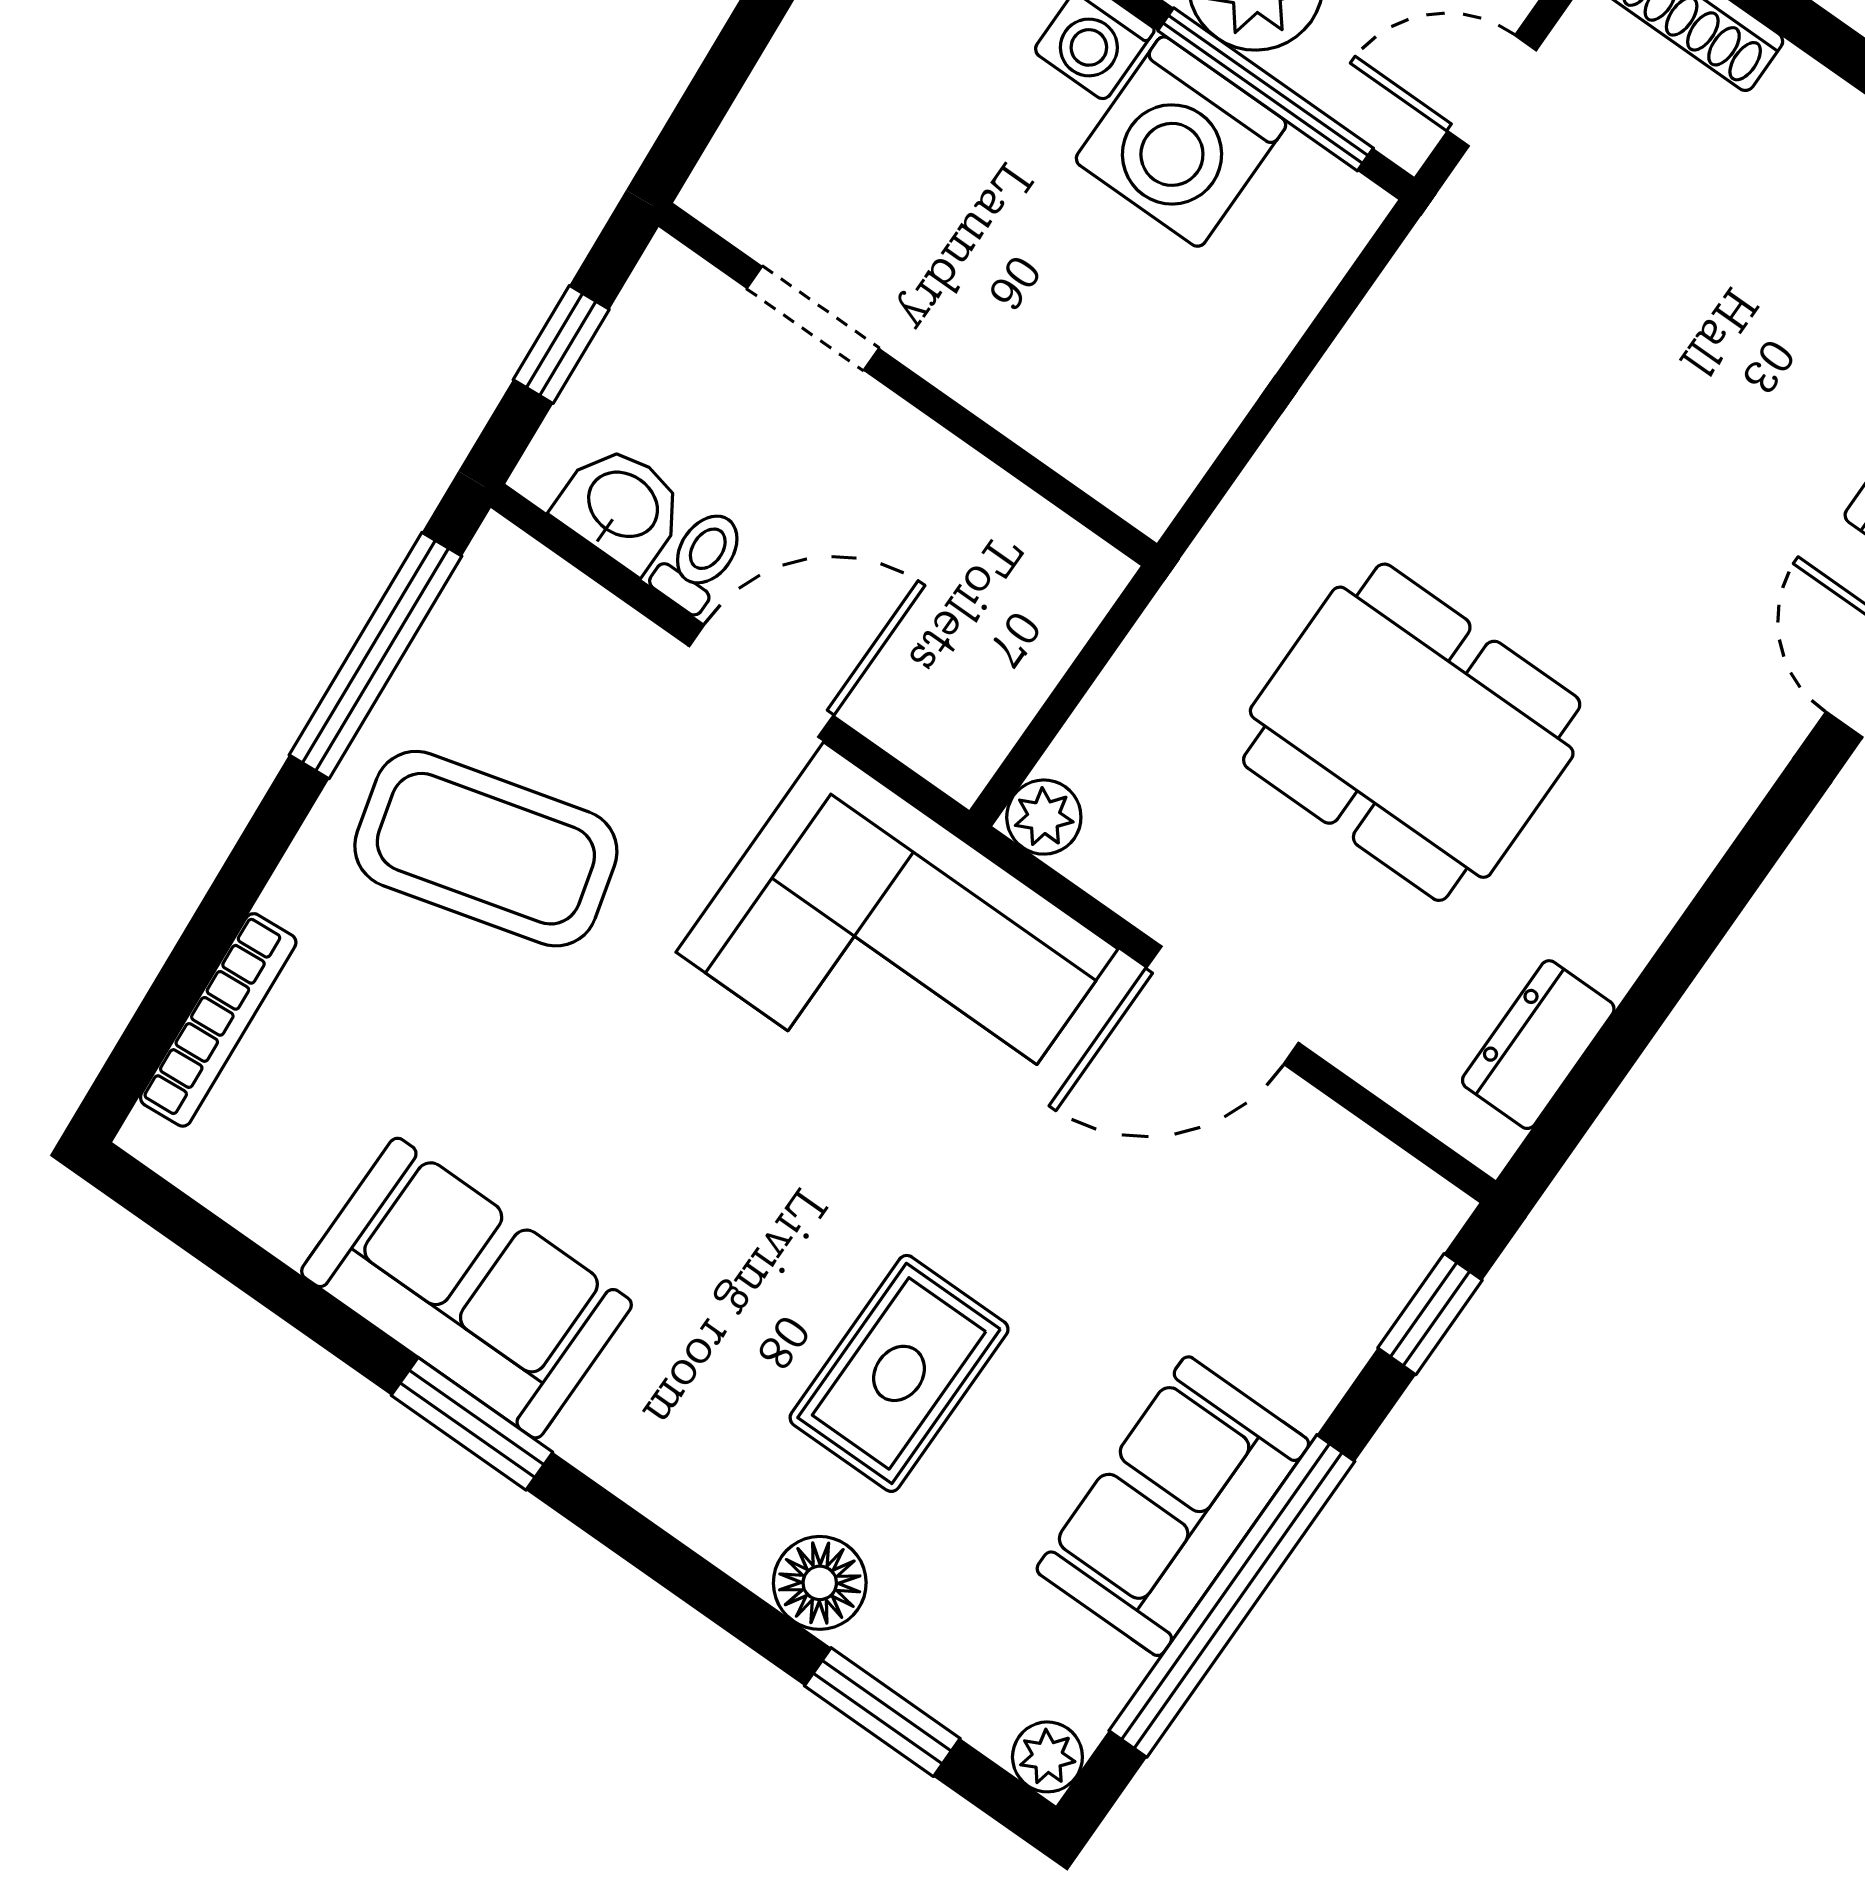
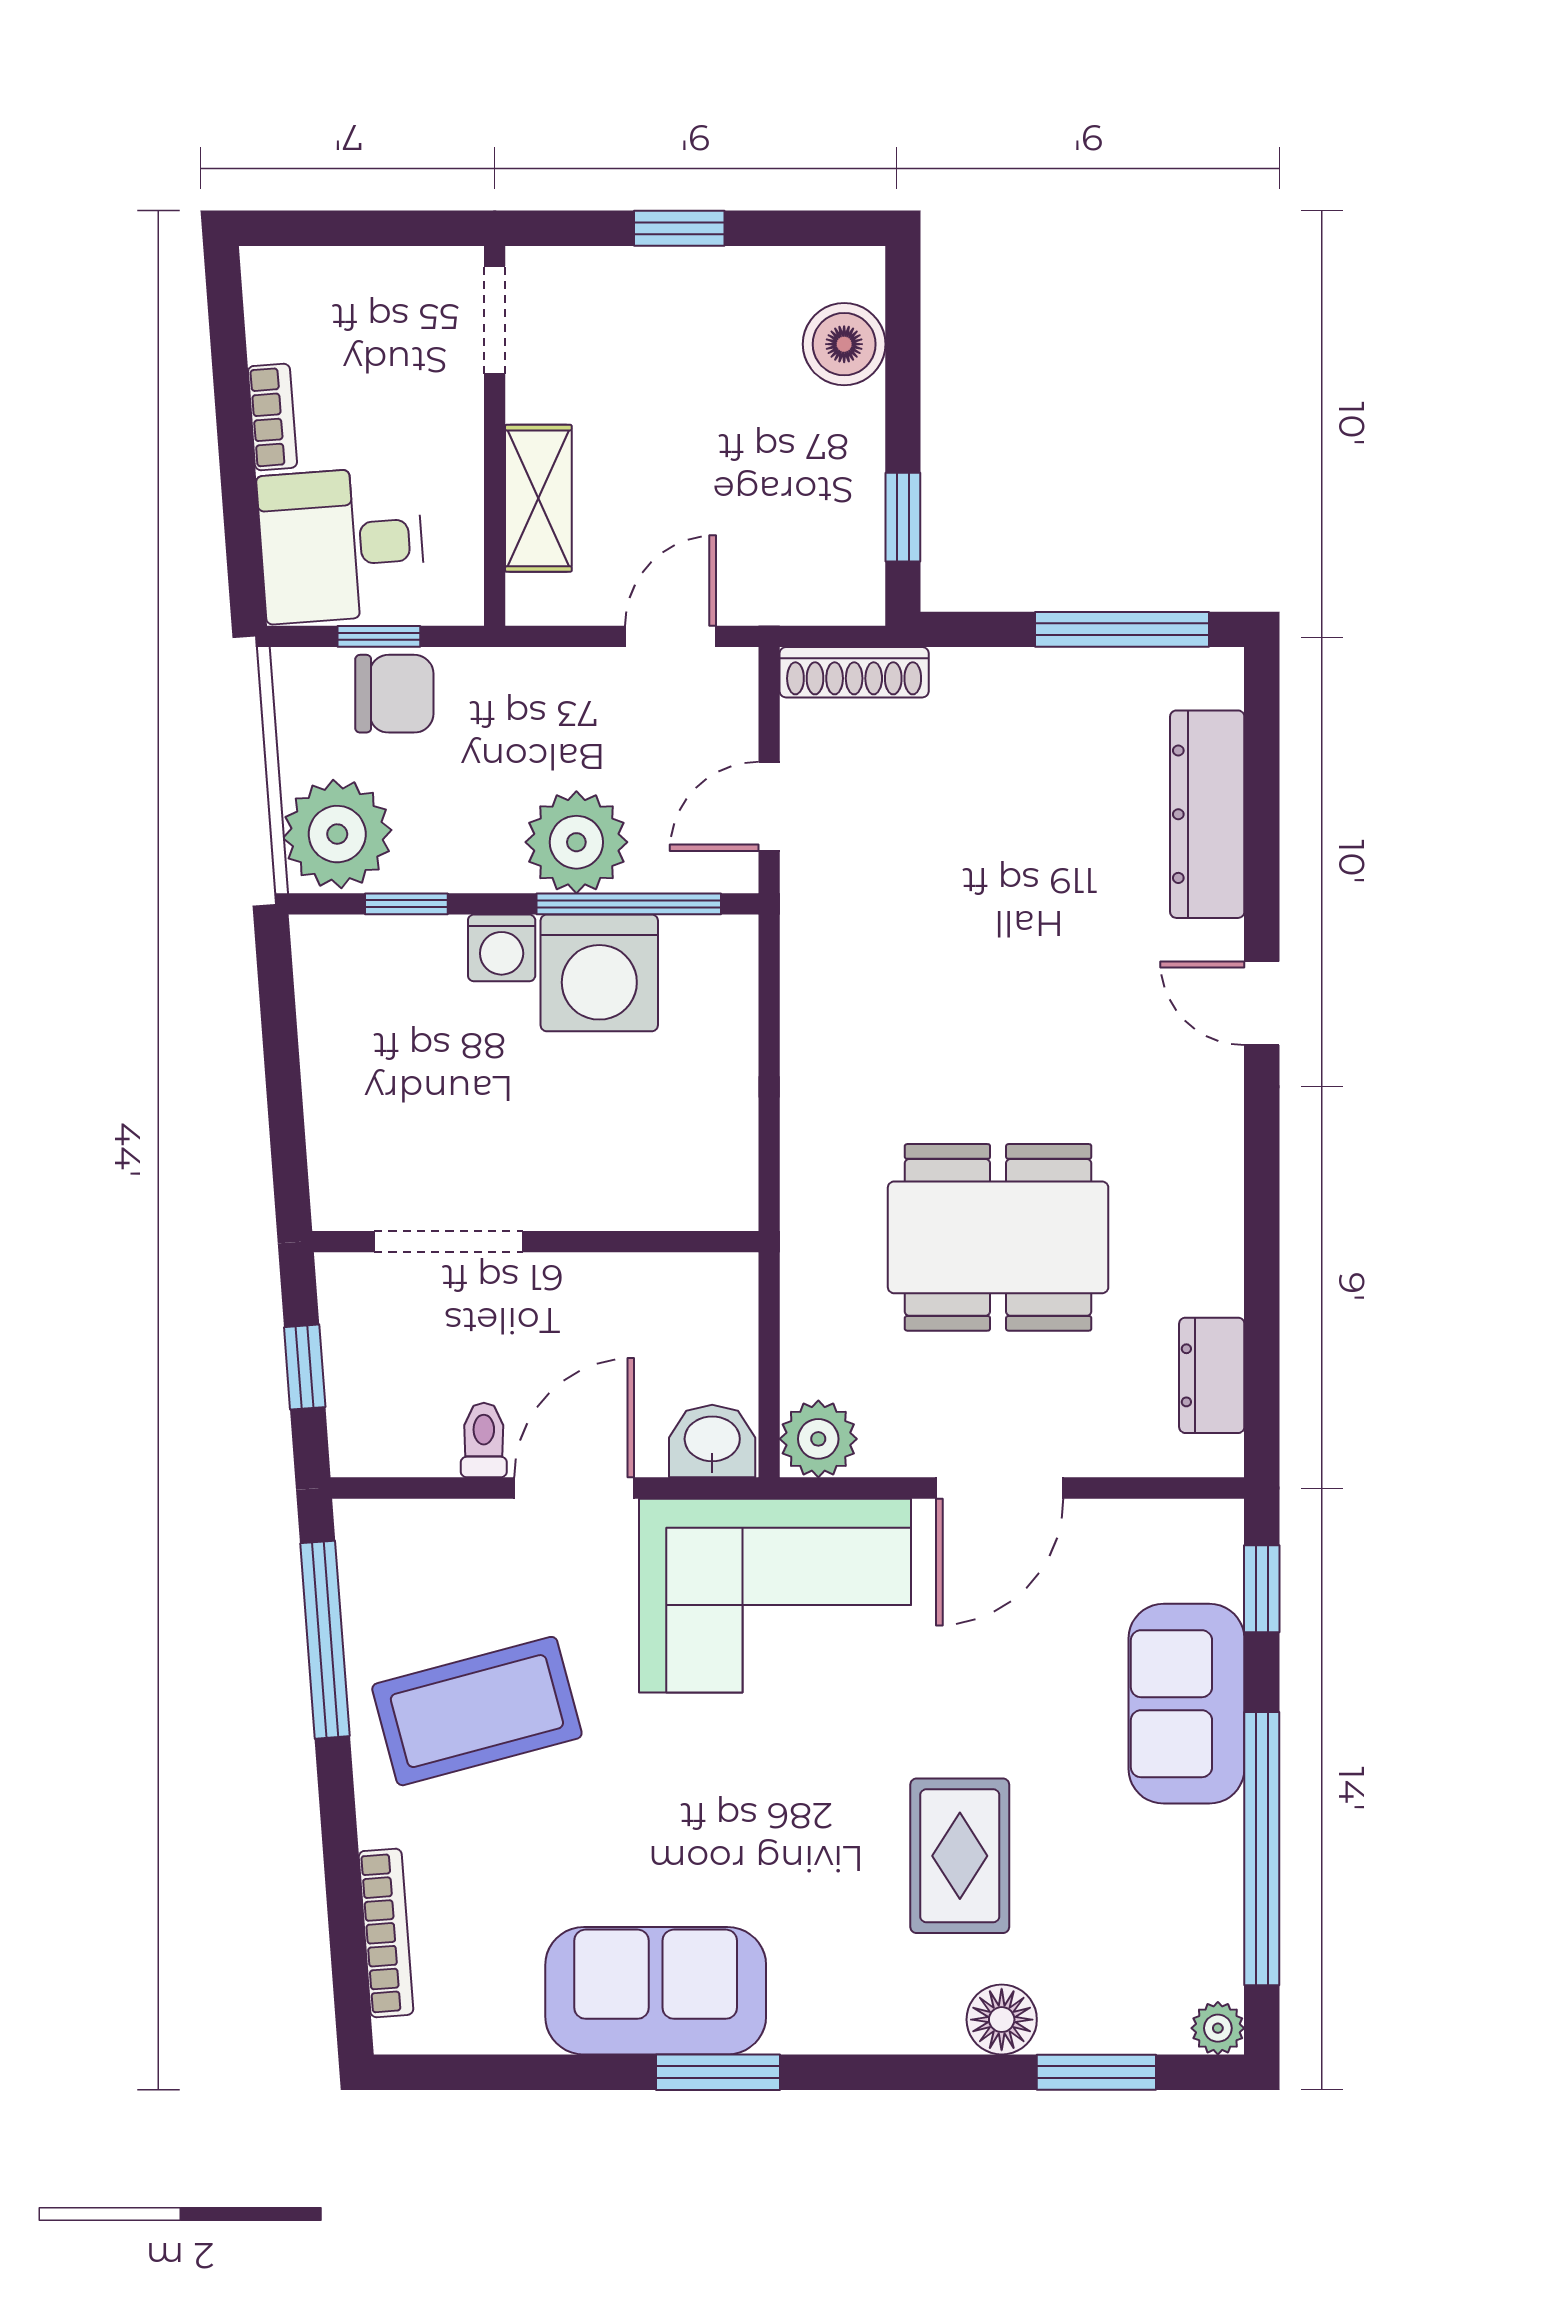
doorway: (813, 318) -> (449, 1242), width x1.38
washbasin: (621, 507) -> (712, 1441), moved
plant: (1044, 817) -> (818, 1439), width x1.38, depth x1.38
sofa: (1173, 1506) -> (1186, 1704), moved

